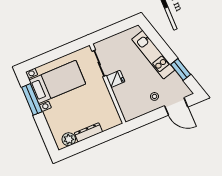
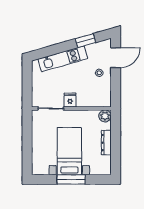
bed with nightstands: (57, 82) -> (69, 151), moved
window: (32, 99) -> (71, 179), moved
plant: (69, 139) -> (105, 116), moved

